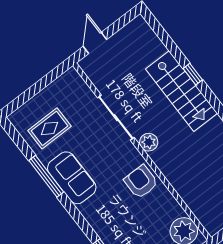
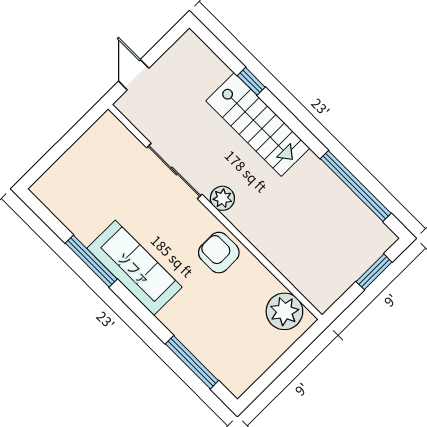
window: (193, 74) -> (251, 81), moved
rug: (49, 128) -> (87, 197), removed
sofa: (72, 178) -> (134, 268), width x1.36

